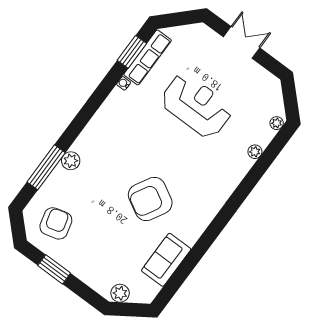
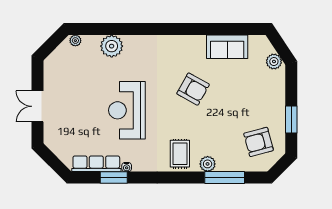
window: (132, 52) -> (114, 178), moved
reception desk: (196, 106) -> (127, 110), moved
rug: (99, 142) -> (180, 154), added
plant: (255, 152) -> (112, 46), width x1.88, depth x1.88
armchair: (150, 199) -> (193, 89), width x0.73, depth x0.73

